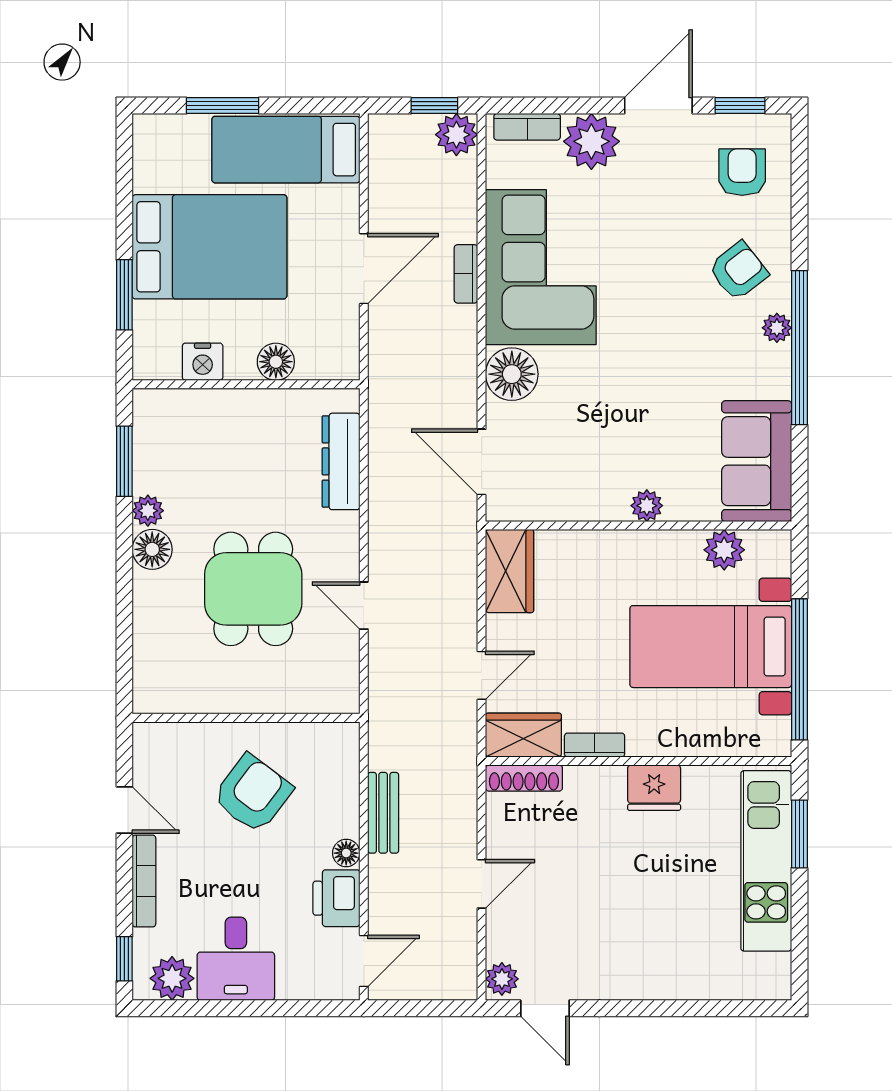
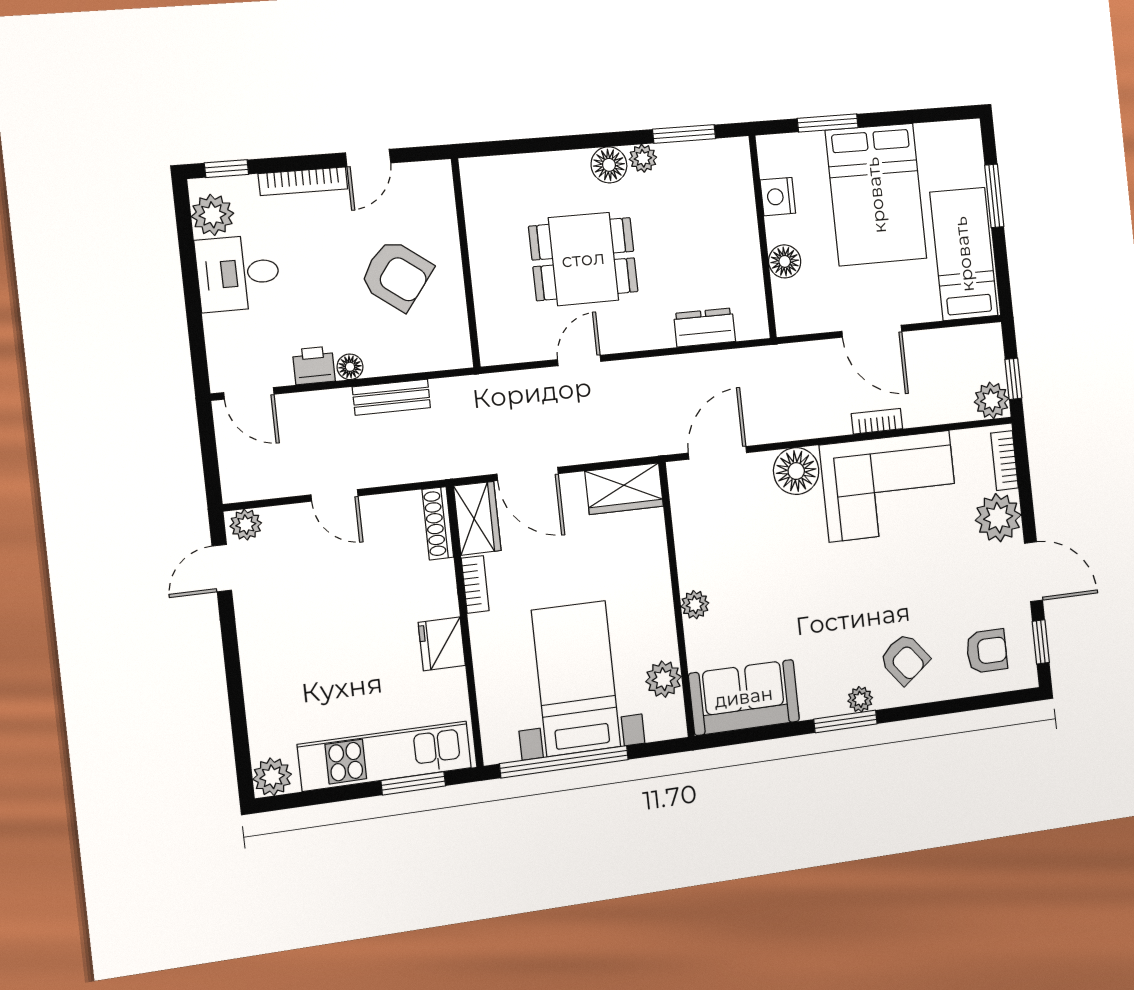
window: (799, 348) -> (846, 722), width x0.47
dresser: (341, 461) -> (705, 327), width x0.70
door: (482, 675) -> (528, 474), width x1.37
printer: (336, 898) -> (314, 365), width x0.73, depth x0.81
plant: (771, 980) -> (272, 777), added

